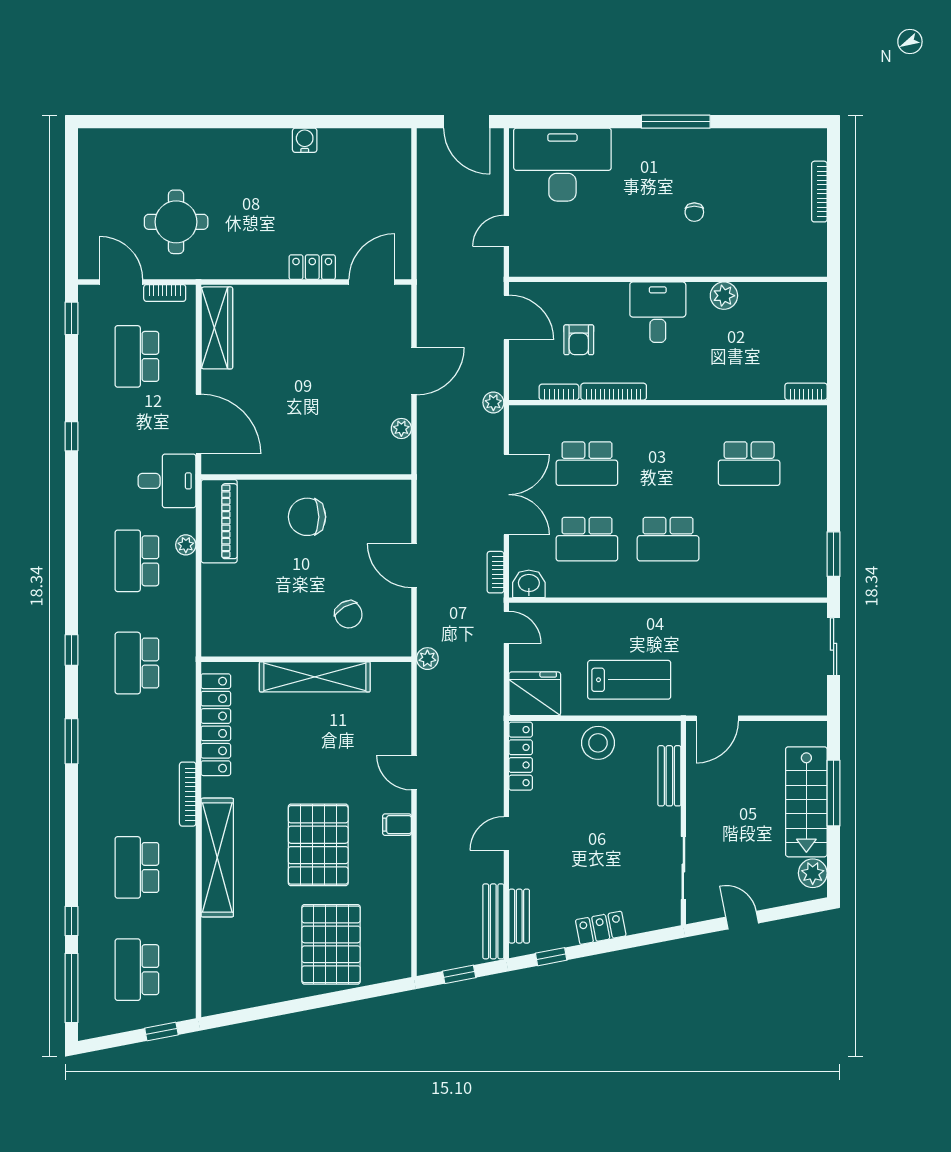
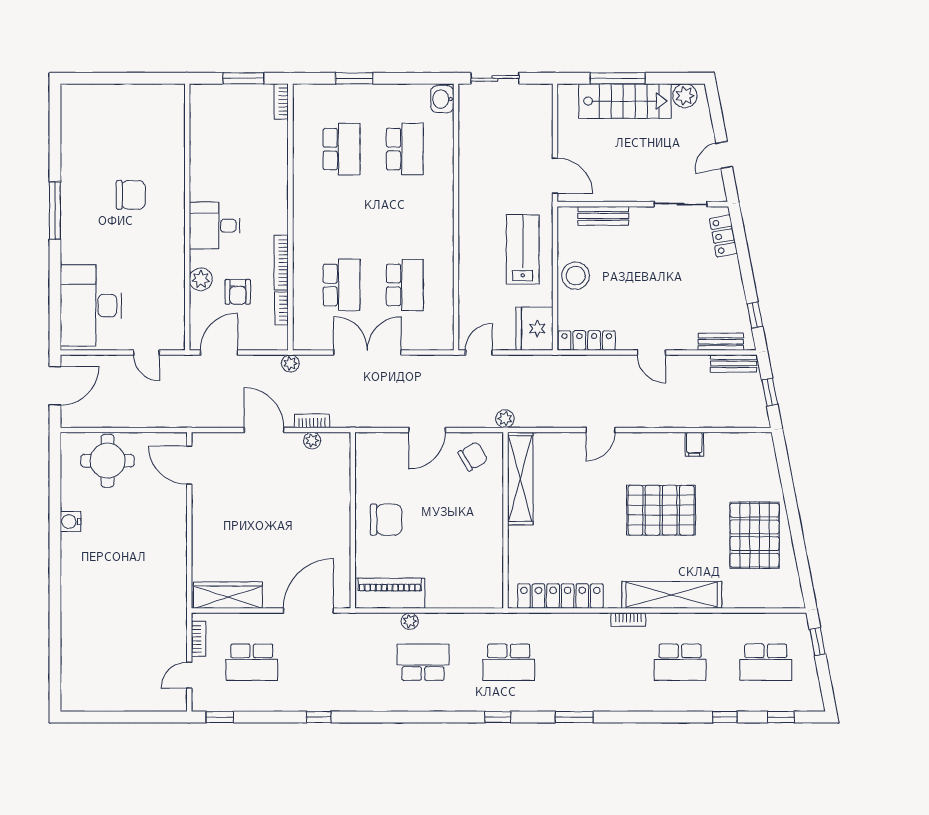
bookcase: (819, 192) -> (114, 90), removed
chair: (694, 212) -> (131, 195), width x1.87, depth x1.87
round table: (176, 222) -> (107, 461), moved
locker: (312, 267) -> (177, 515), removed
door: (121, 282) -> (189, 675), width x0.73
plant: (724, 296) -> (201, 279), moved
armchair: (579, 340) -> (238, 292), turned 90
window: (834, 347) -> (243, 78), added
desk: (167, 481) -> (356, 637), removed
chair: (307, 517) -> (386, 520), turned -90
school desk: (668, 539) -> (405, 149), moved
window: (834, 554) -> (354, 78), moved
school desk: (137, 561) -> (423, 662), turned 180
bookcase: (495, 572) -> (312, 421), moved, turned 180
washbasin: (529, 584) -> (442, 99), moved
chair: (349, 614) -> (473, 456), moved
shelving: (315, 677) -> (520, 479), moved
bookcase: (188, 794) -> (628, 620), width x0.64
filing cabinet: (397, 825) -> (694, 444), moved
bench: (493, 921) -> (734, 363), width x0.73
locker: (601, 928) -> (723, 236), moved
pallet: (331, 944) -> (755, 535), moved, turned 90
window: (71, 988) -> (781, 717), width x0.46

